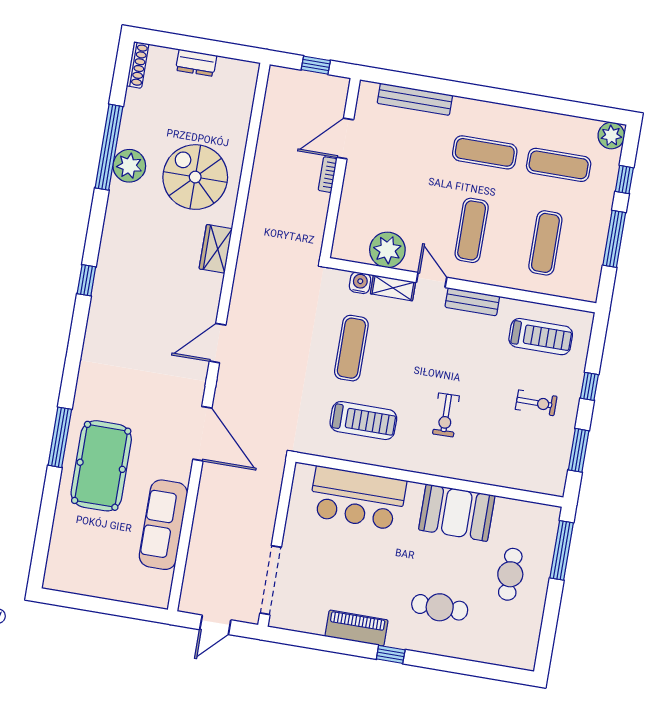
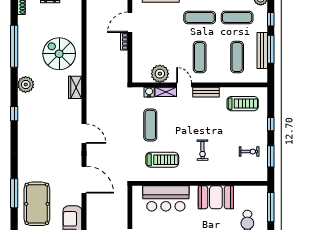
plant: (129, 166) -> (26, 85), moved
bench: (597, 238) -> (262, 50), added
door: (218, 343) -> (84, 134), swing flipped
exercise bike: (536, 403) -> (249, 152), moved

